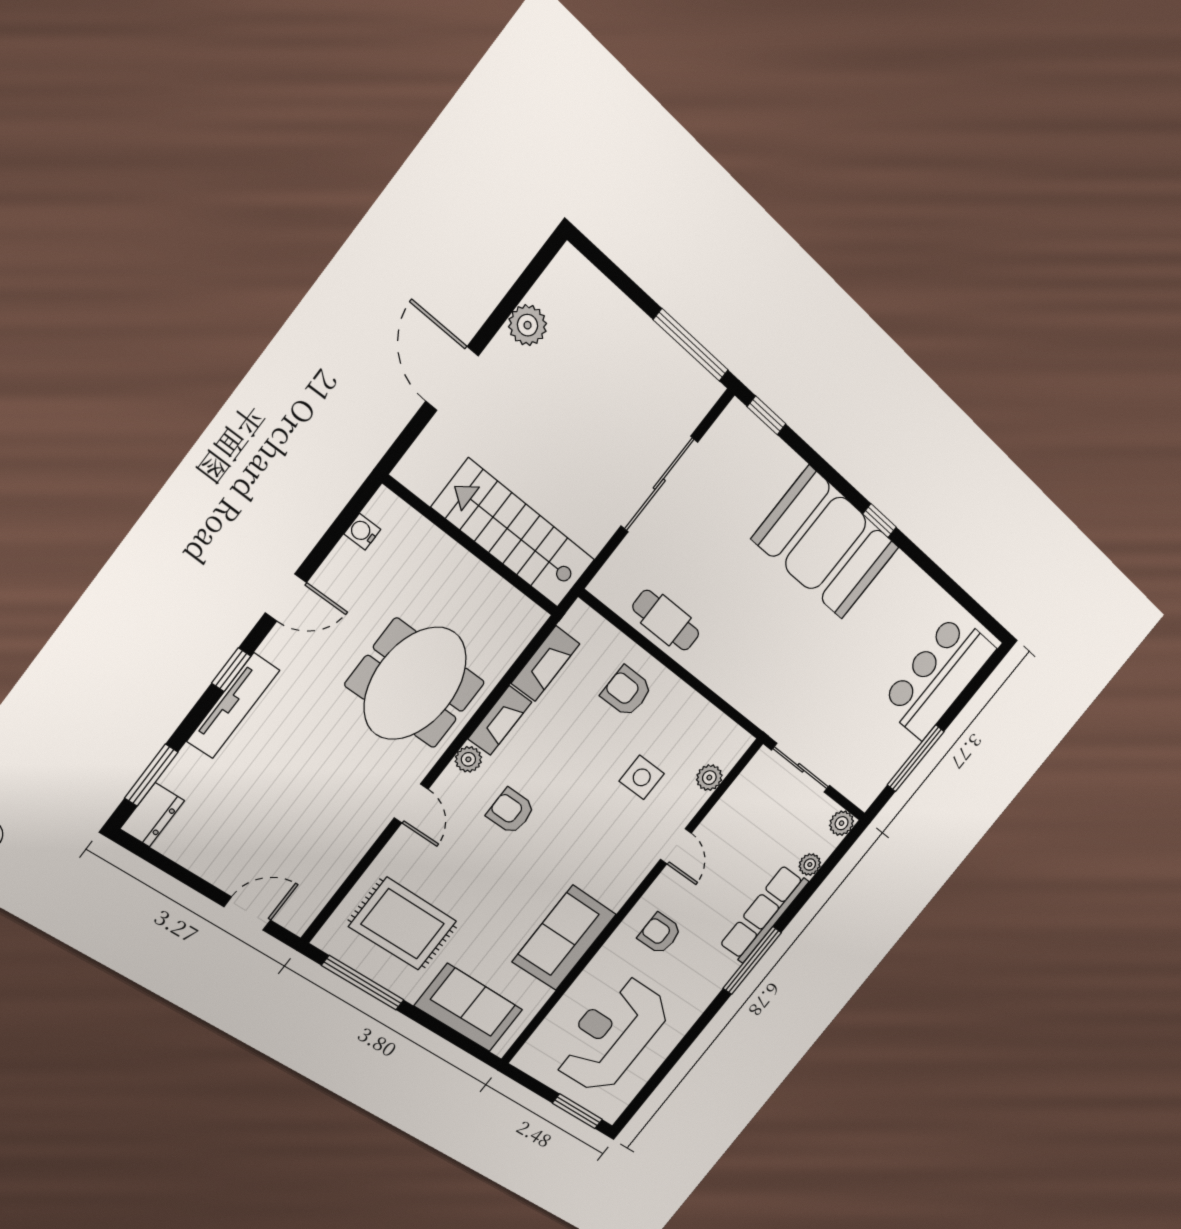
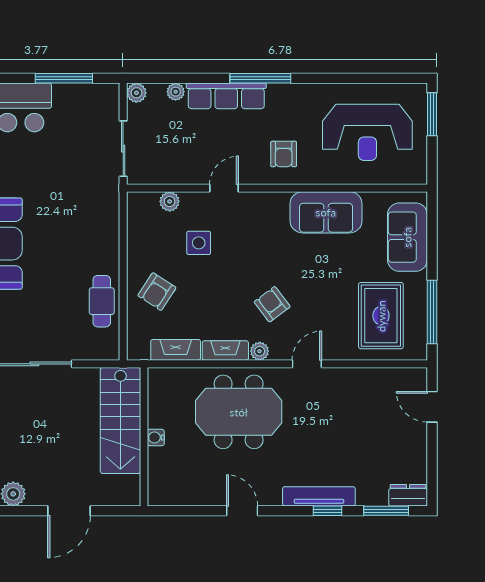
water cooler: (362, 532) -> (156, 437), moved, turned 90
window: (231, 670) -> (328, 511), moved
armchair: (627, 691) -> (157, 292), turned 33
armchair: (511, 811) -> (272, 304), turned 143

